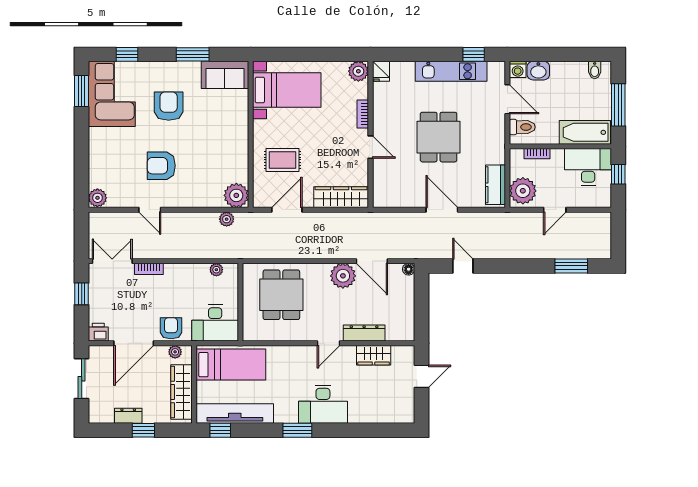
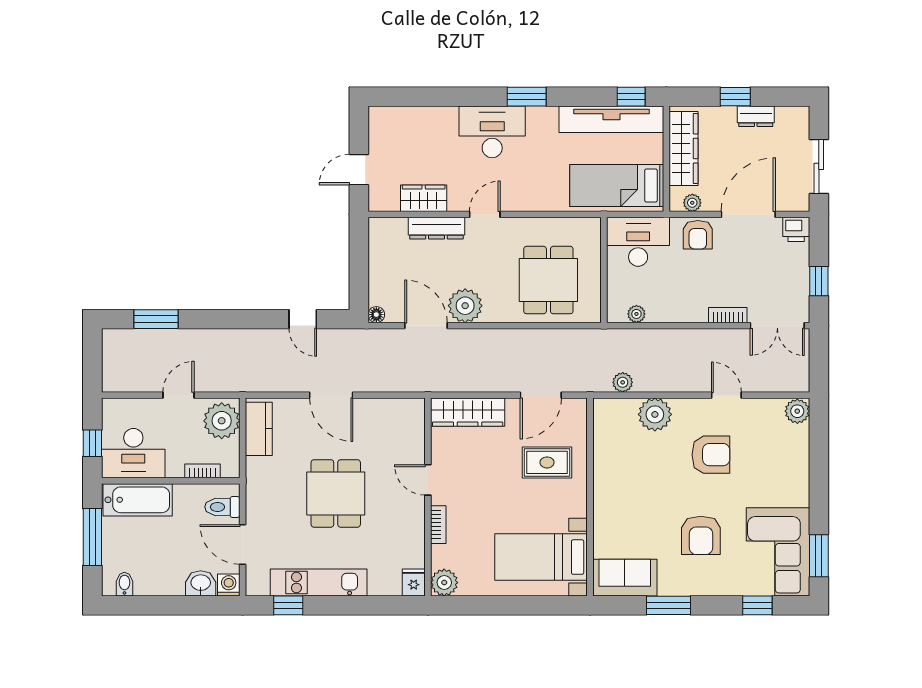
plant: (236, 195) -> (655, 414), moved

